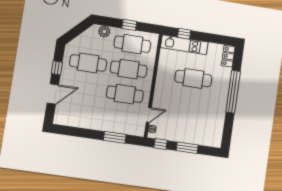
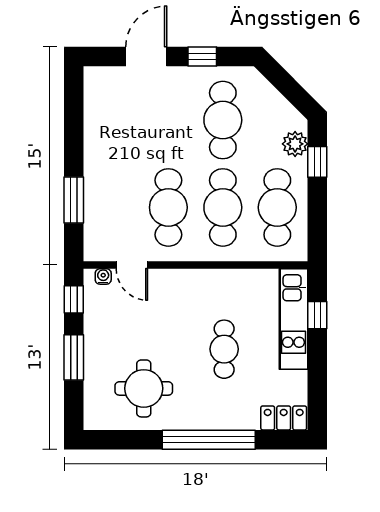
window: (129, 25) -> (317, 162), moved
cafe table: (193, 78) -> (224, 349), width x0.73, depth x0.74
door: (53, 94) -> (146, 56), swing flipped
round table: (206, 118) -> (144, 388), added

